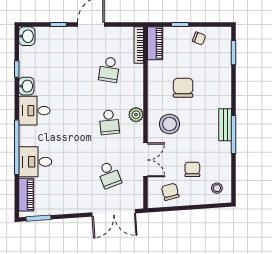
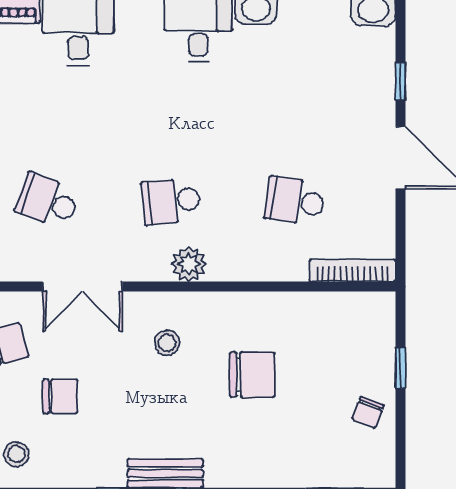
piano: (155, 43) -> (356, 309), removed
stool: (170, 124) -> (167, 343), width x0.53, depth x0.53
school desk: (109, 175) -> (47, 201), turned 42

